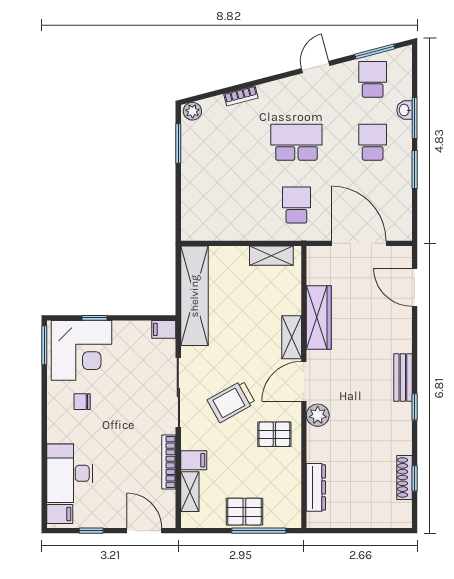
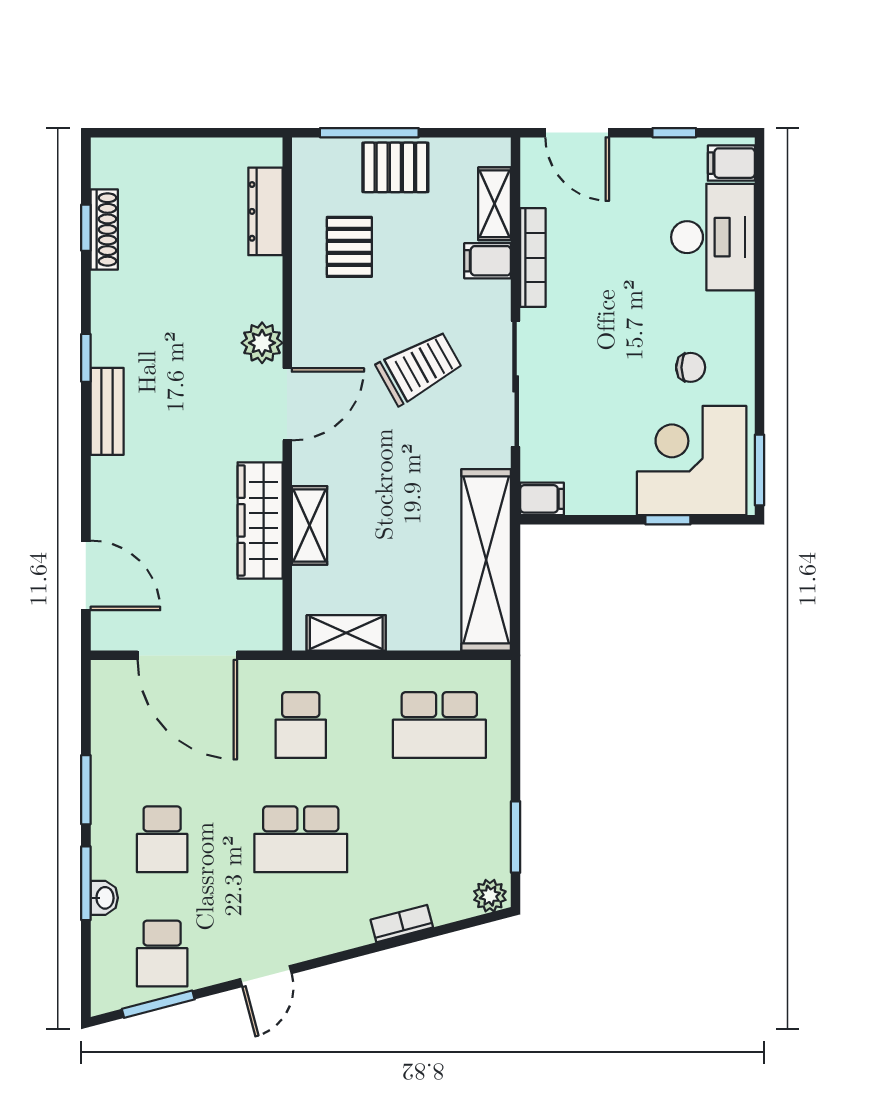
school desk: (220, 205) -> (439, 725), added
shelving: (292, 337) -> (310, 525), moved
pallet: (274, 434) -> (349, 247), moved, turned 90

